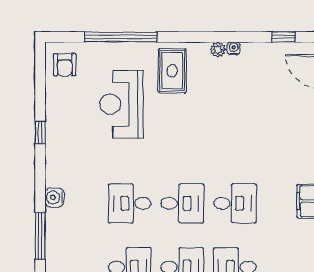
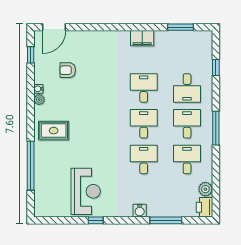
armchair: (65, 65) -> (68, 70), moved, turned 180
reception desk: (121, 104) -> (86, 191), moved, turned -90
desk: (130, 203) -> (144, 160), turned 180

